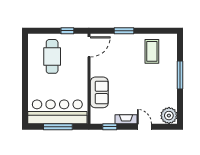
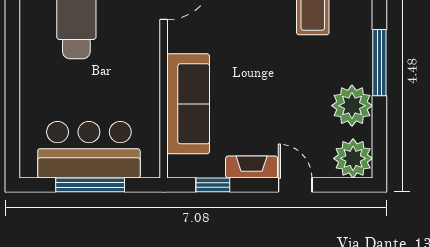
sofa: (99, 92) -> (188, 104), width x1.36
plant: (168, 93) -> (352, 106), added
bar counter: (57, 112) -> (89, 150), width x0.73

